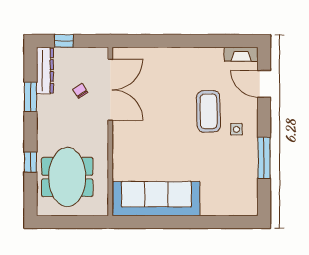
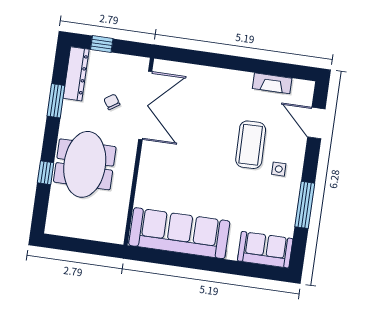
fireplace: (241, 54) -> (272, 83), moved
meeting table: (67, 177) -> (85, 164), moved
sofa: (235, 202) -> (265, 250), added

